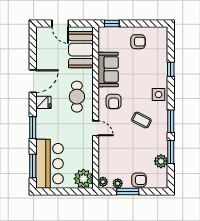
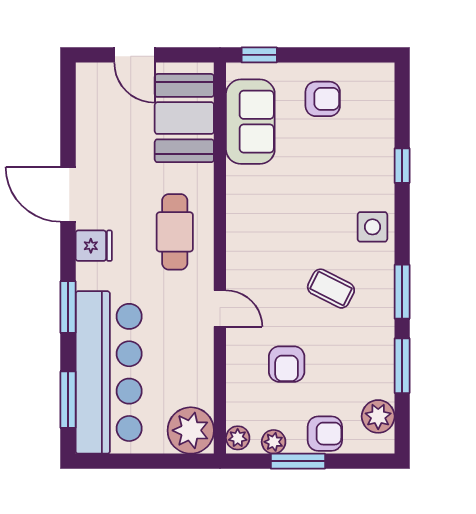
sofa: (108, 69) -> (250, 122), moved
door: (33, 81) -> (68, 194), swing flipped
armchair: (114, 102) -> (287, 364), moved
plant: (161, 161) -> (378, 416), moved
bar counter: (50, 164) -> (109, 372), width x1.36

